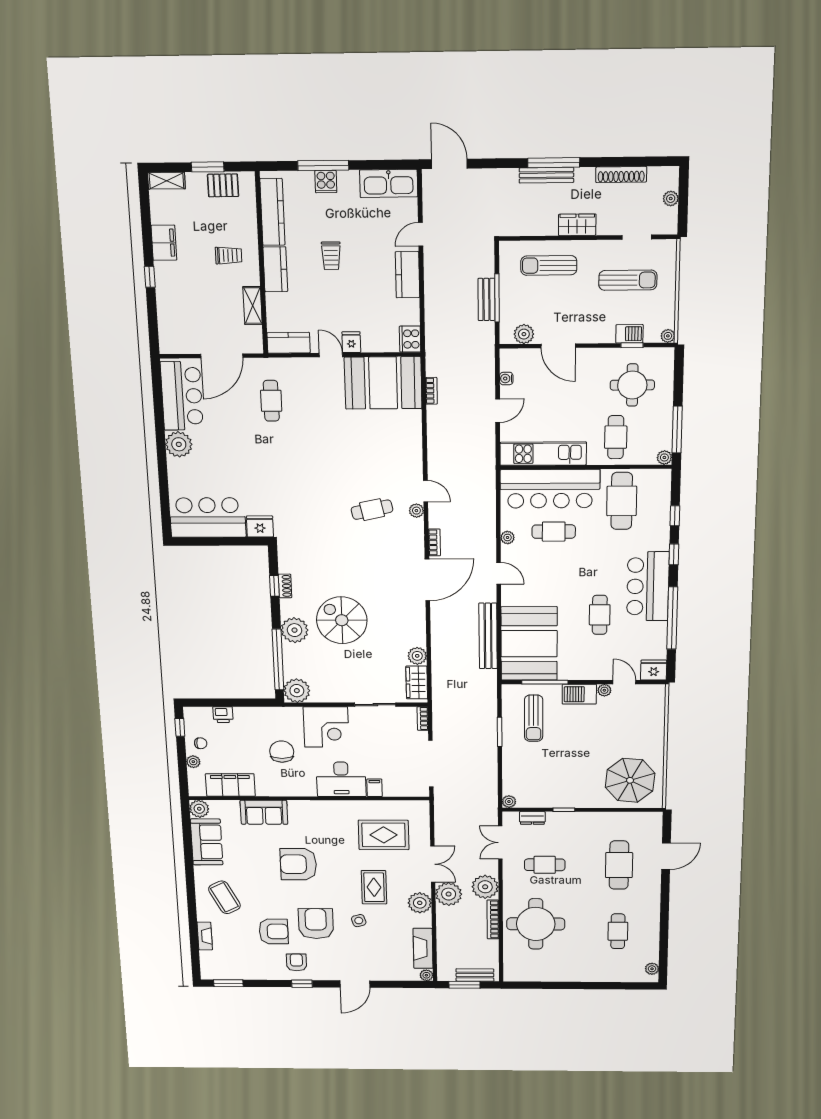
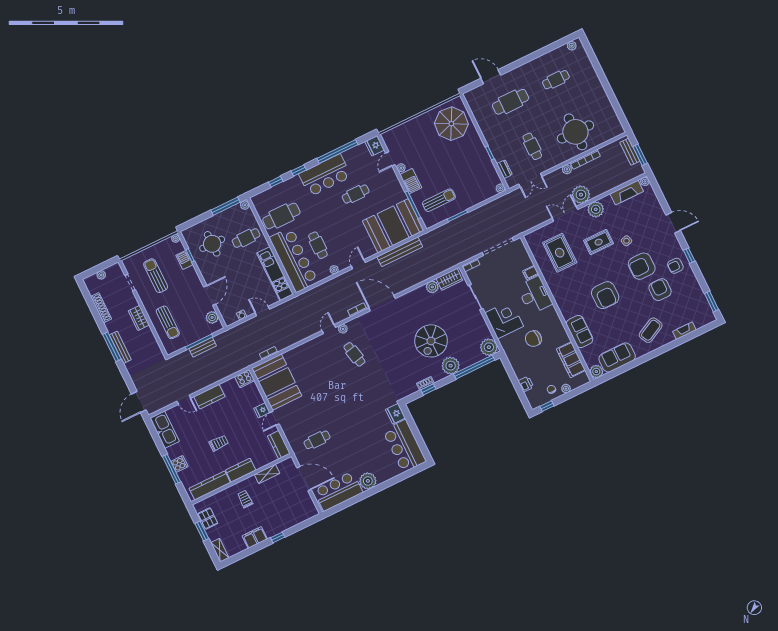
plant: (485, 887) -> (567, 169), width x0.53, depth x0.53

